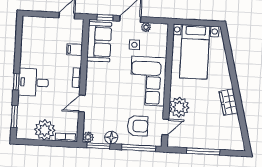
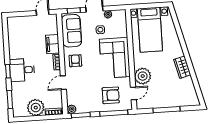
filing cabinet: (75, 50) -> (53, 44), width x2.00
armchair: (100, 79) -> (75, 61), added
floor lamp: (111, 137) -> (90, 107), removed

